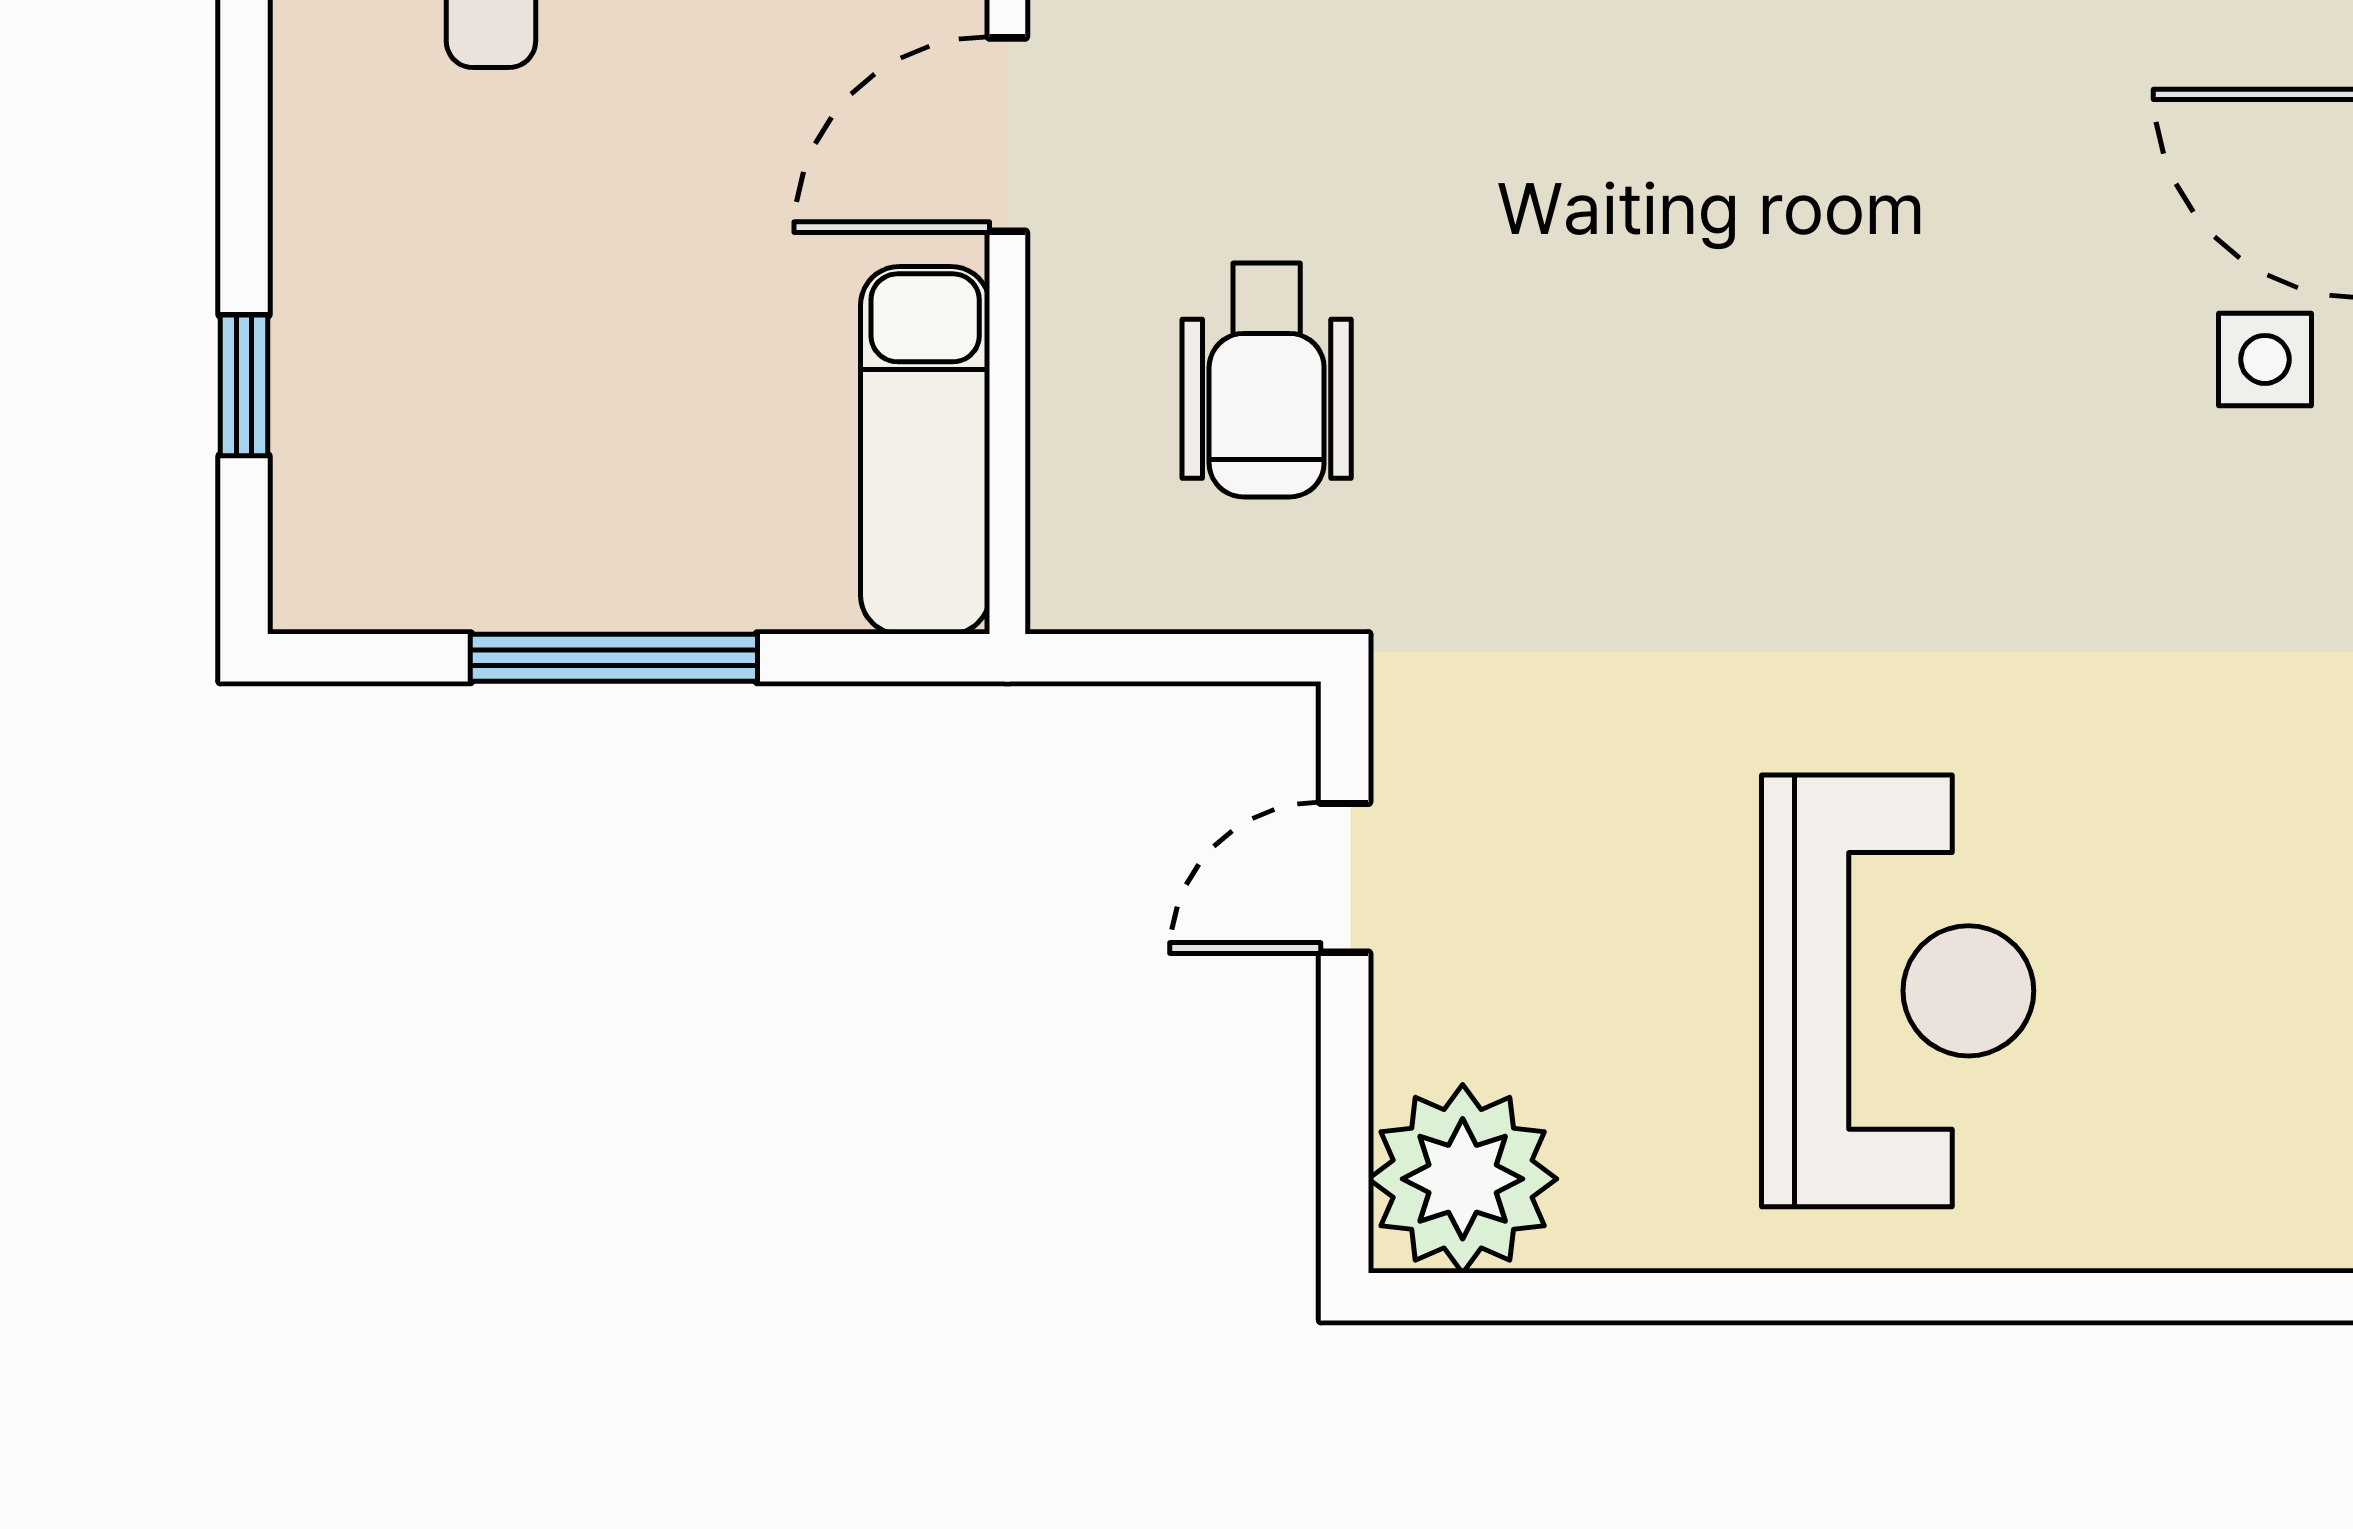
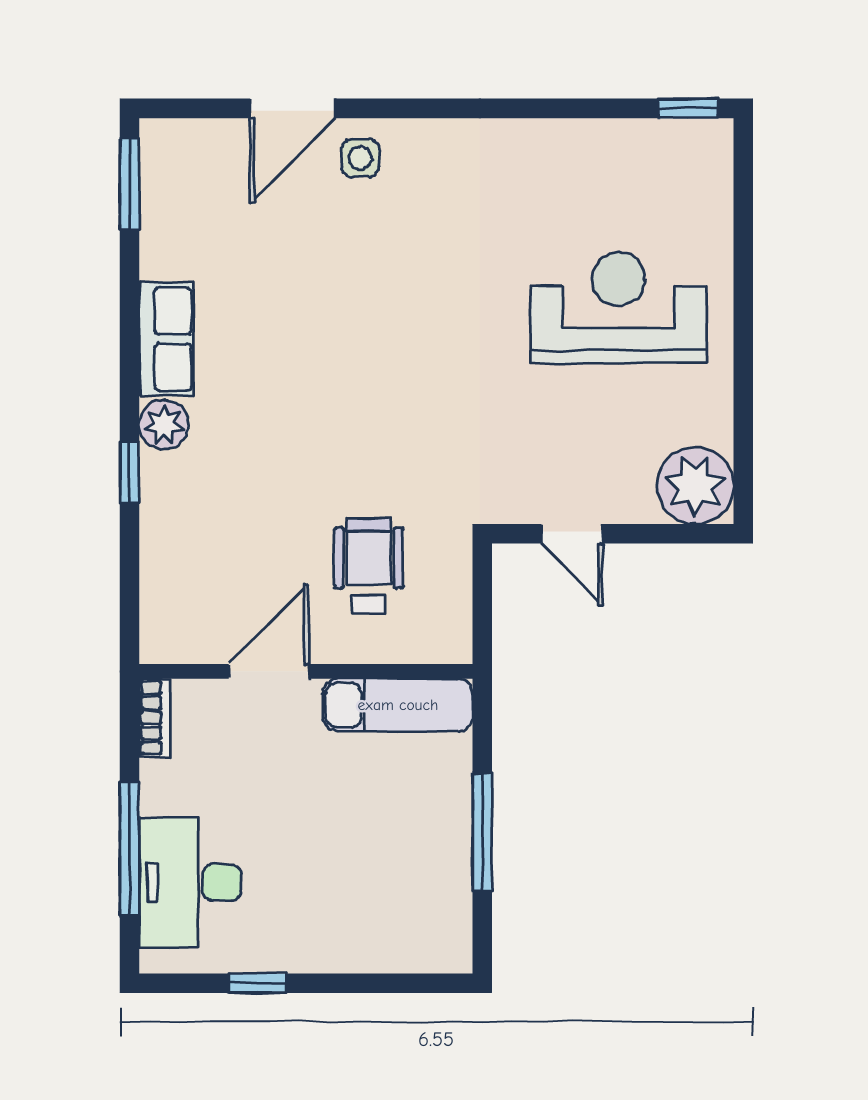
door: (1007, 135) -> (269, 671), swing flipped
wheelchair: (1267, 380) -> (369, 566), turned -90
window: (244, 385) -> (258, 983), moved

